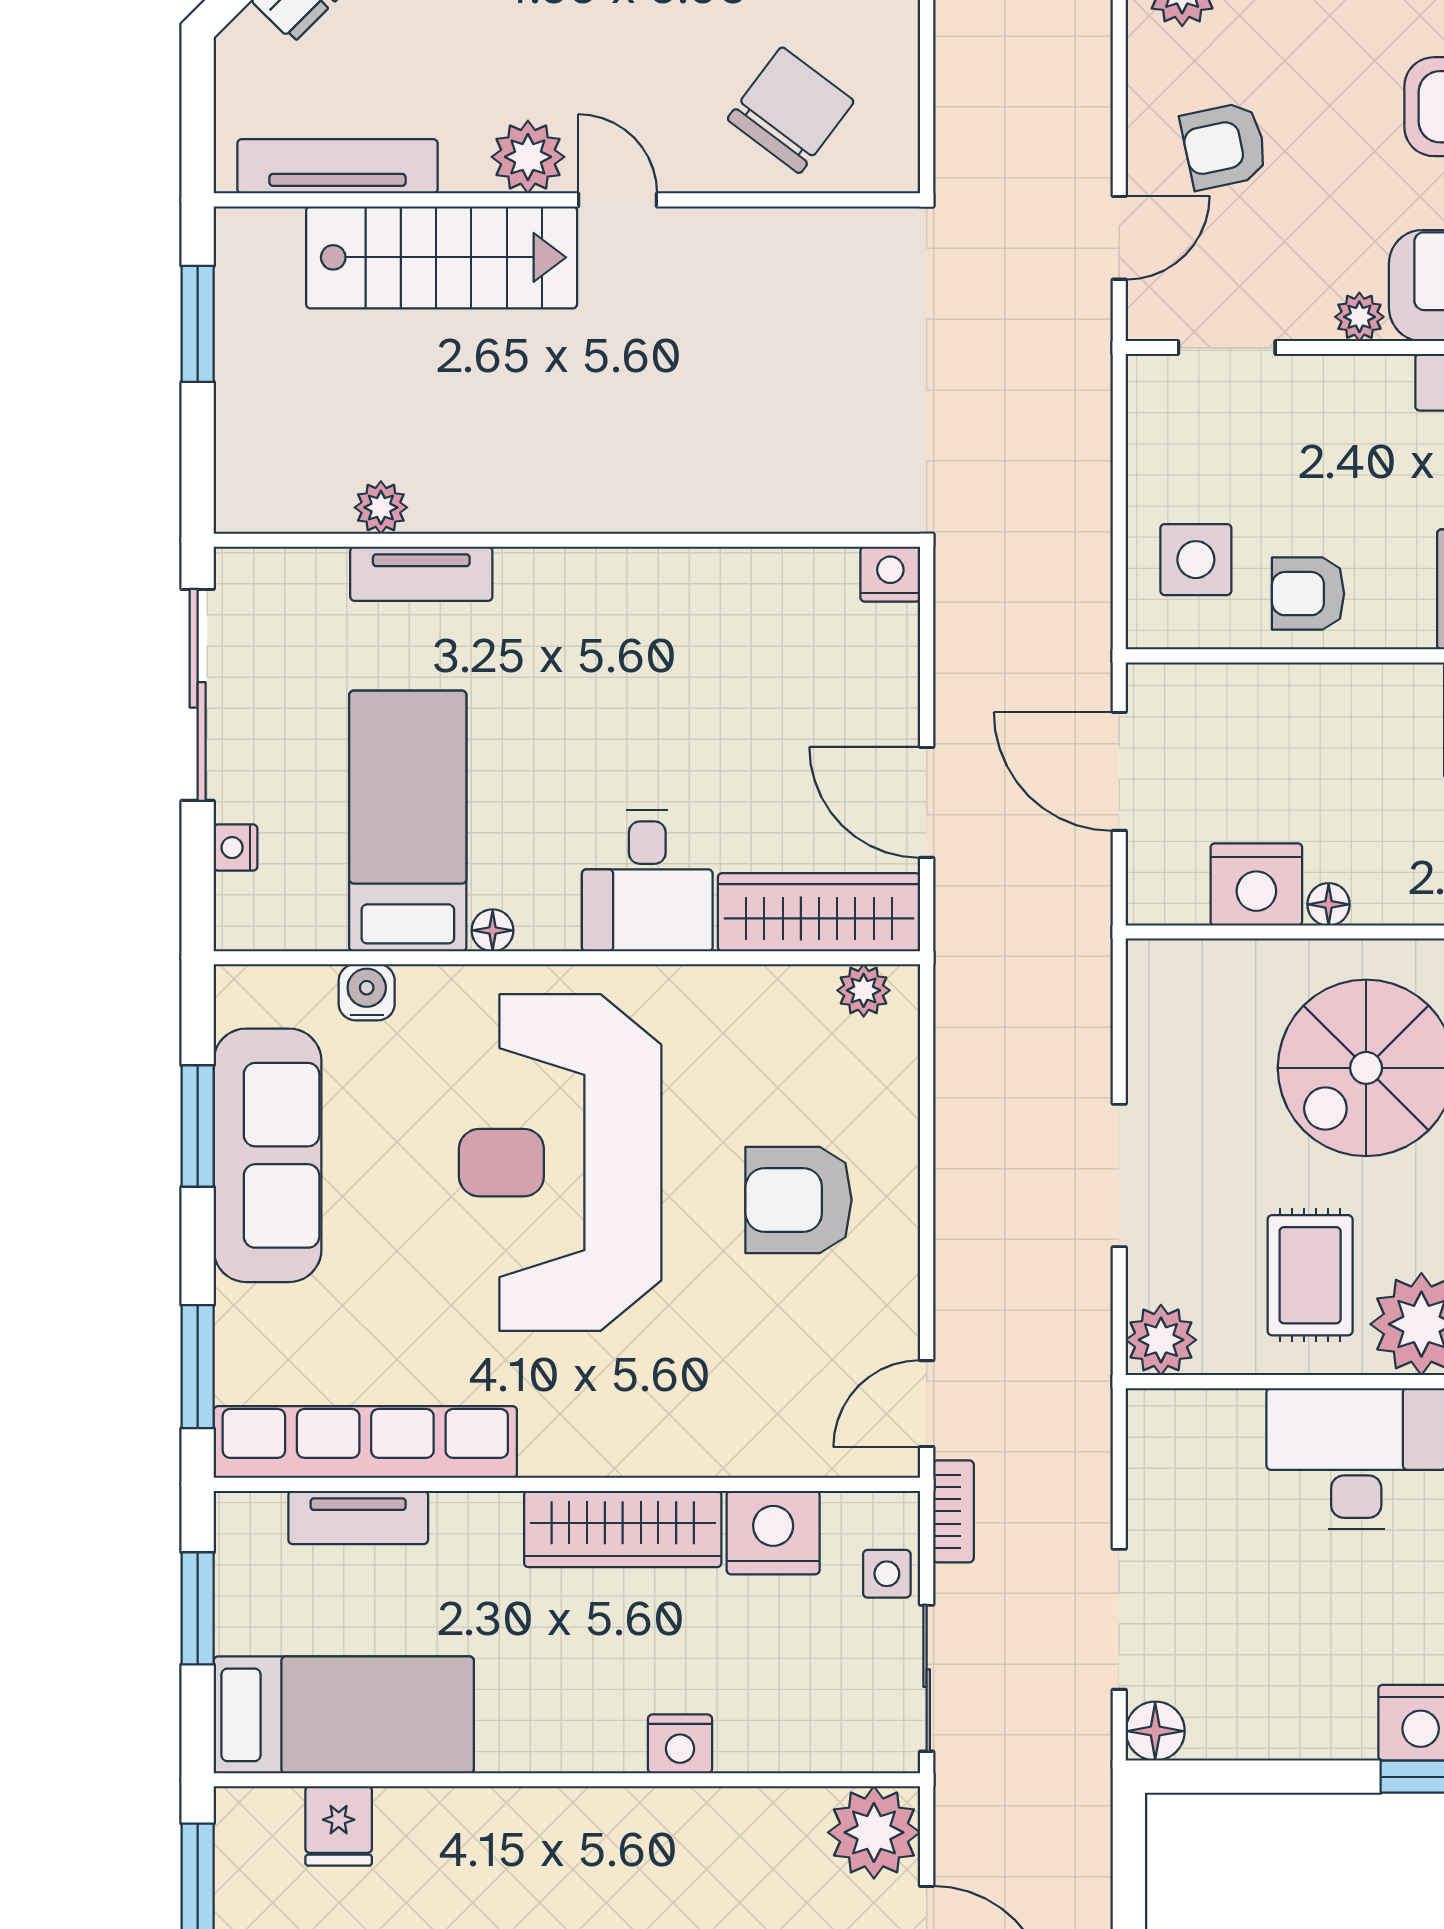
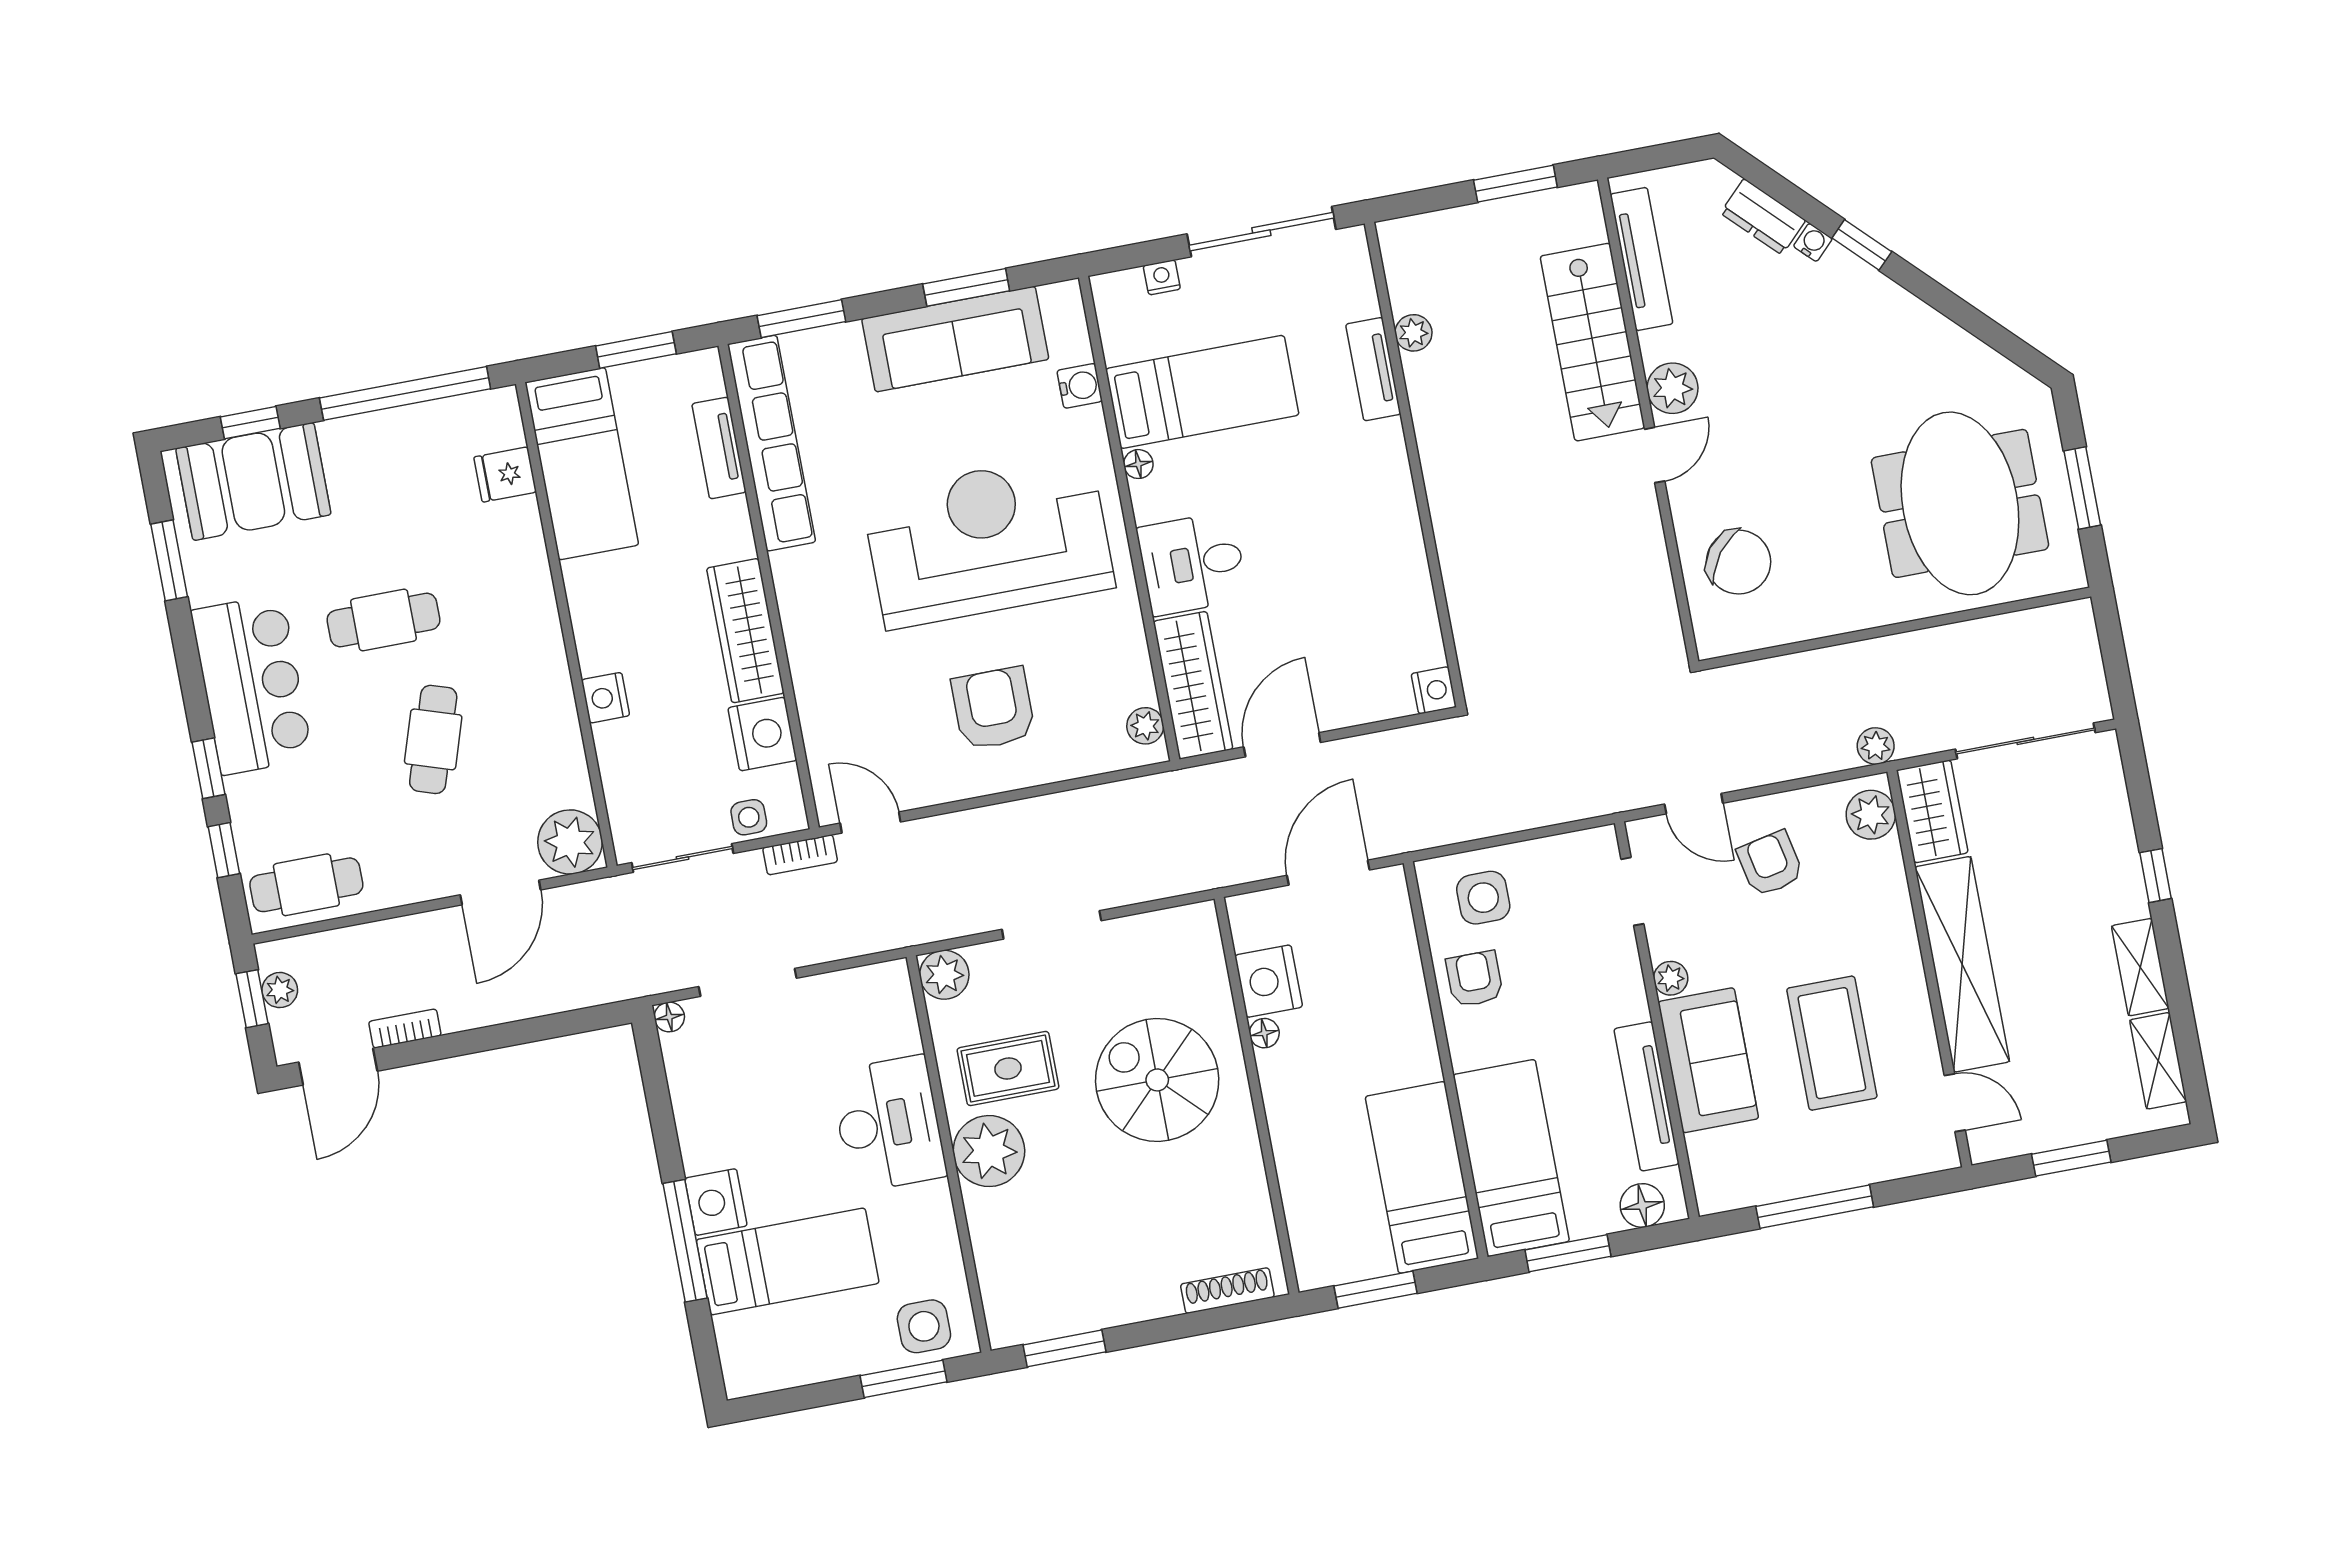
floor lamp: (1155, 1731) -> (669, 1017), width x0.73, depth x0.73

